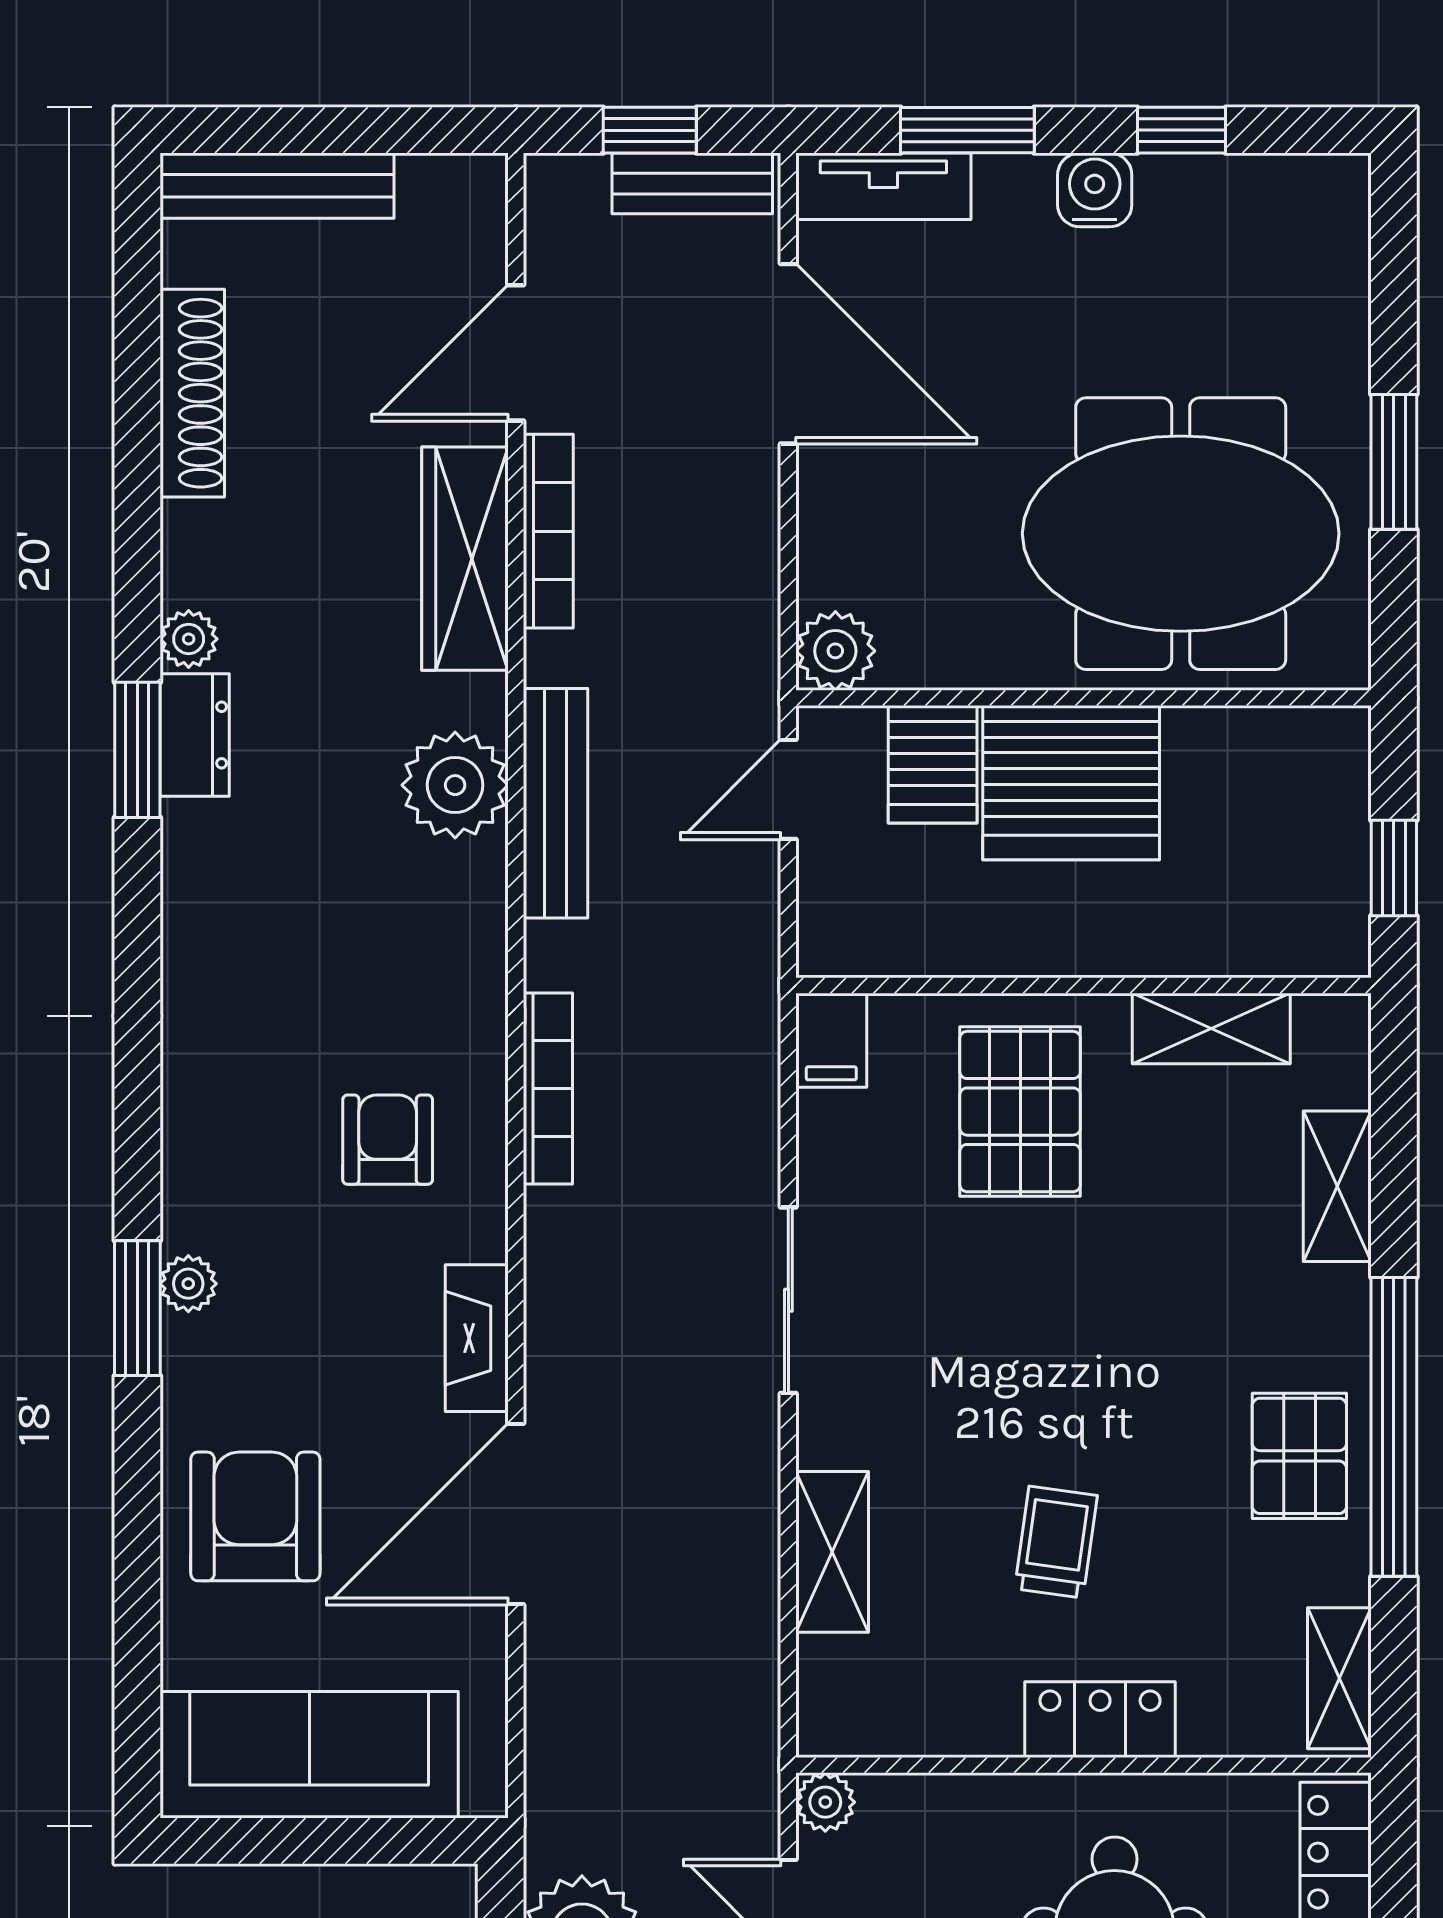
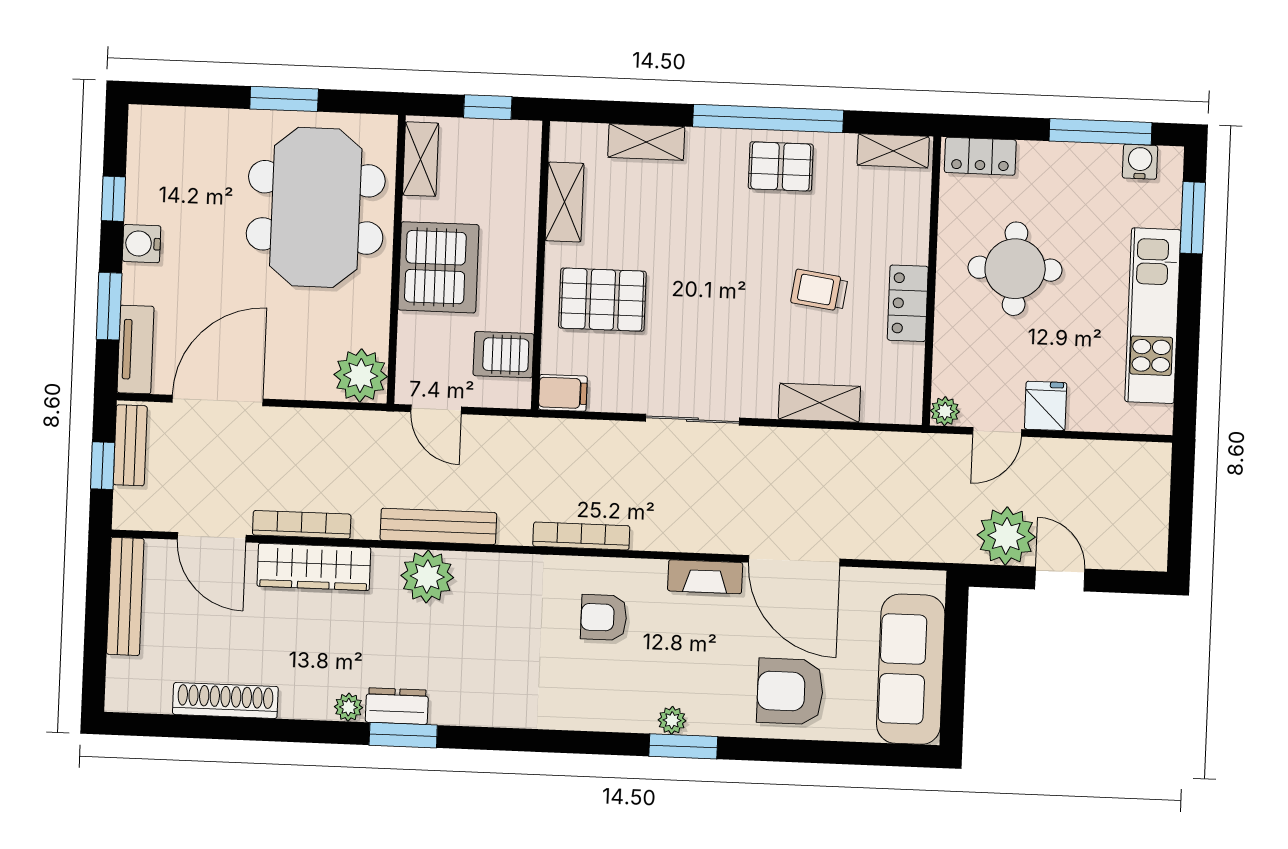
bench: (277, 186) -> (125, 596), moved
plant: (835, 651) -> (361, 375), width x1.36, depth x1.36
shelving: (1285, 739) -> (421, 159), added
server rack: (933, 764) -> (503, 355), moved, turned 180
locker: (1100, 1720) -> (908, 303), moved

